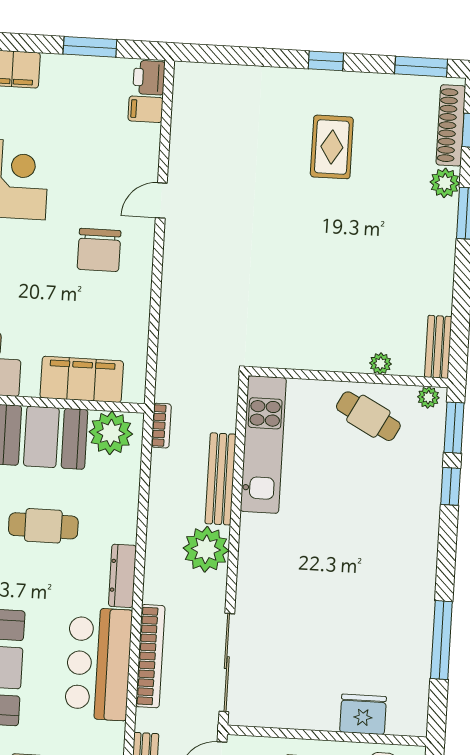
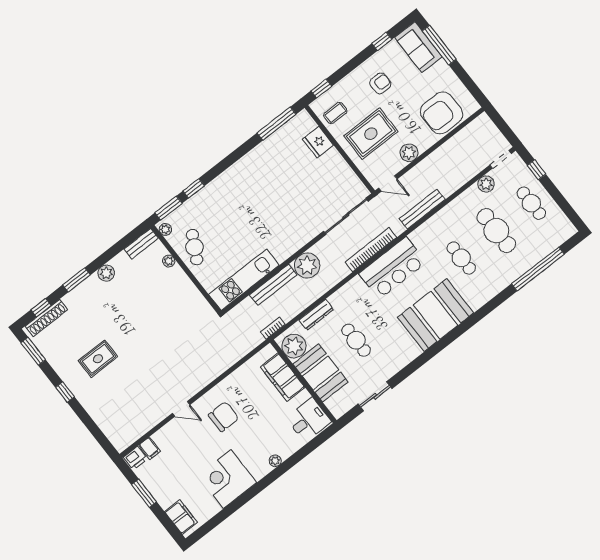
plant: (445, 183) -> (106, 273), moved
dresser: (122, 576) -> (316, 315), moved
window: (441, 640) -> (277, 124), moved

